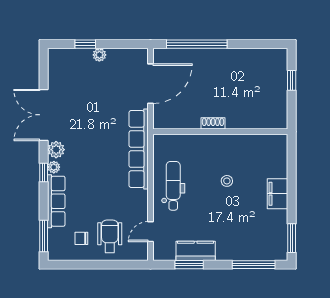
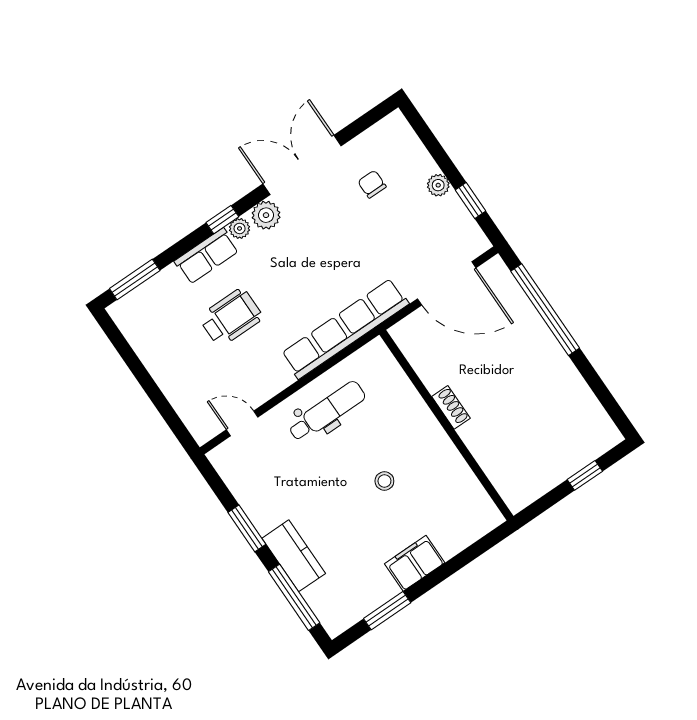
window: (85, 44) -> (470, 200), moved
row of seats: (56, 201) -> (207, 256), width x0.68
wheelchair: (110, 236) -> (231, 317), moved
chair: (81, 238) -> (372, 184), moved
window: (292, 238) -> (387, 611), moved
kitchen counter: (196, 251) -> (294, 556), moved
window: (189, 265) -> (247, 528), moved

